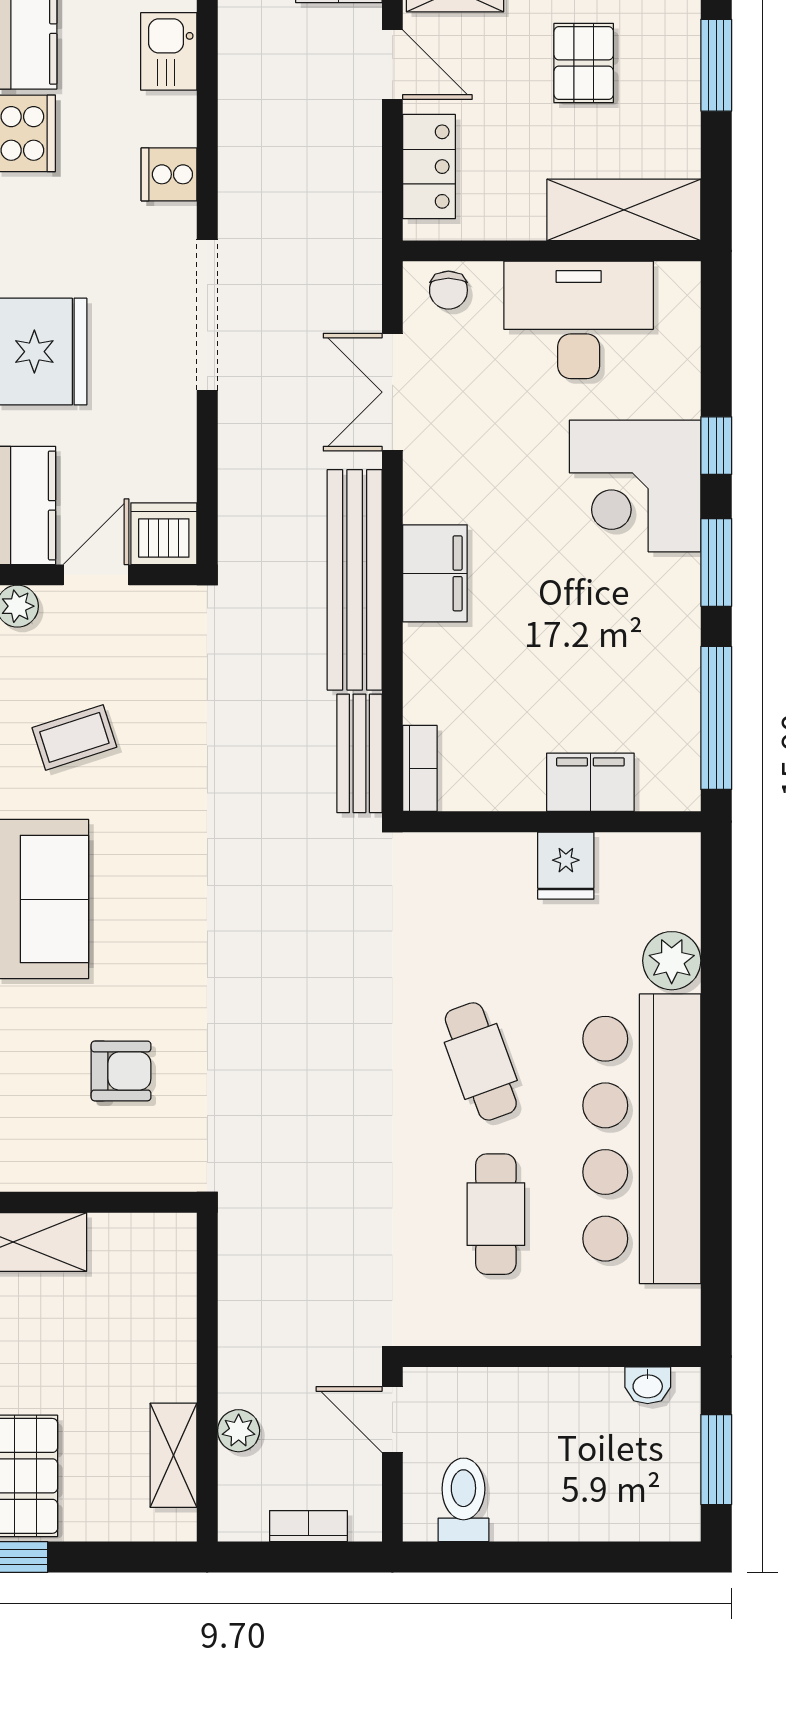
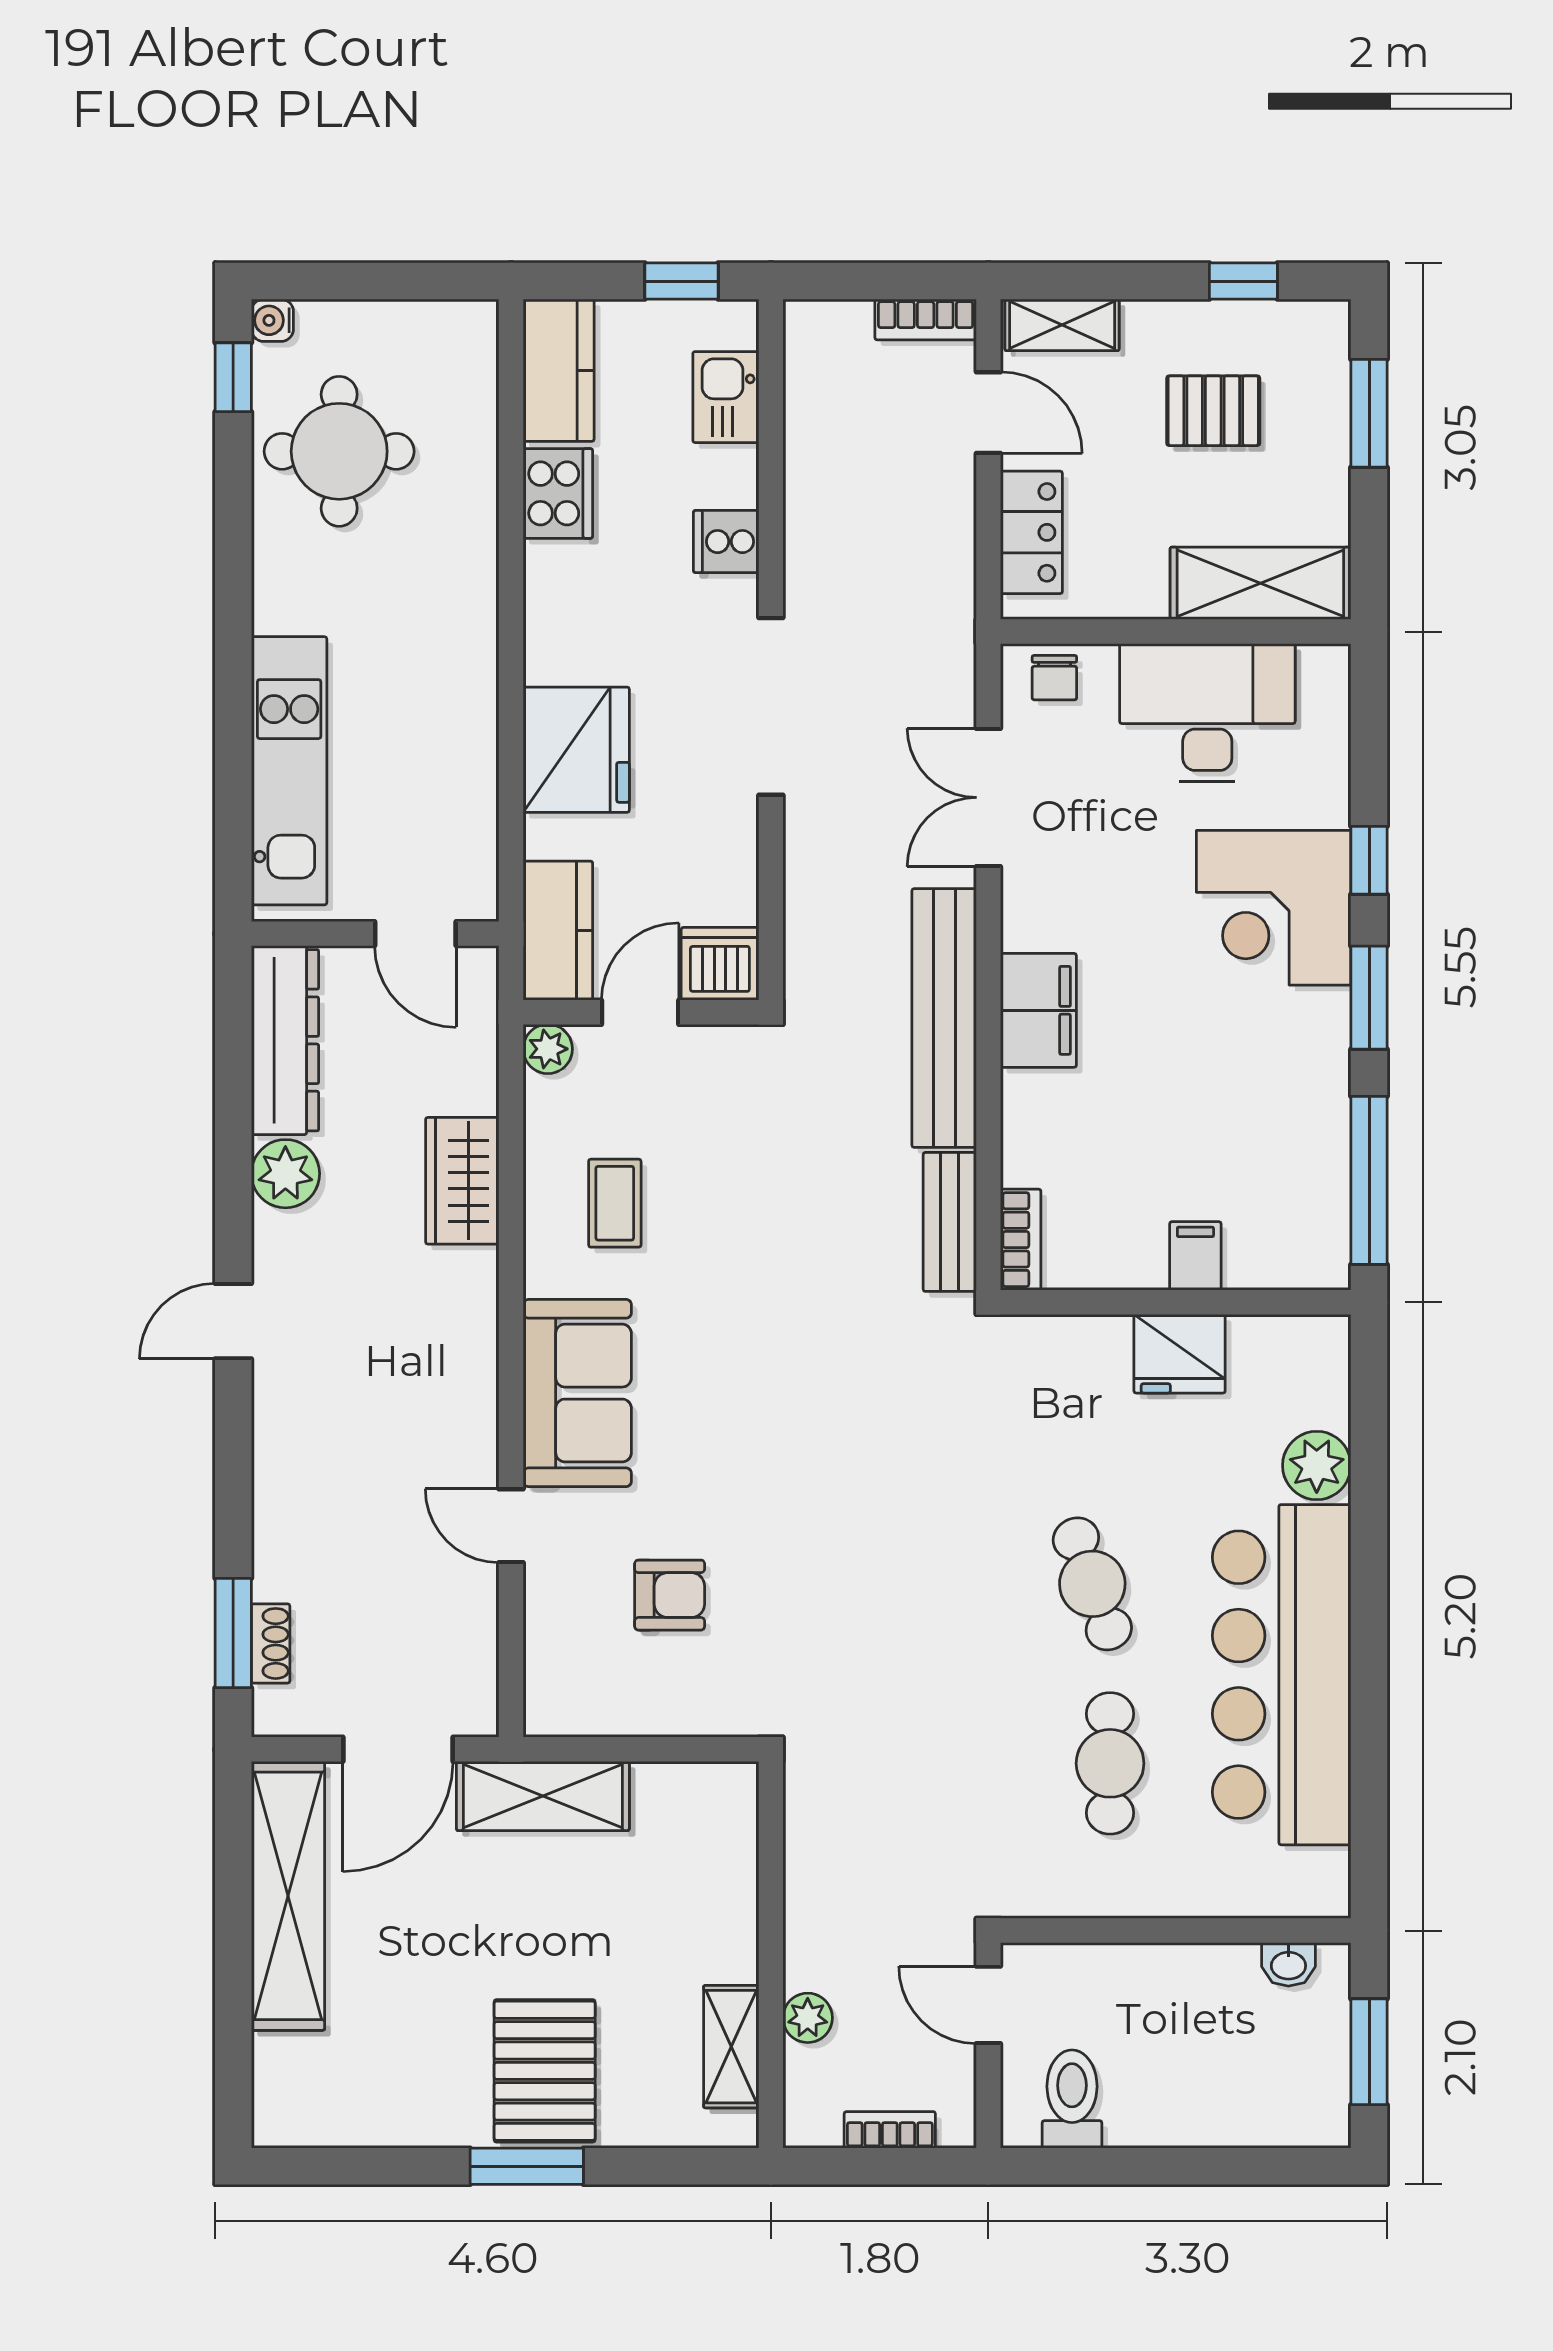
pallet: (584, 63) -> (1213, 411), turned 90
coffee table: (74, 737) -> (615, 1203), turned -72
filing cabinet: (590, 782) -> (1195, 1256), width x0.50
fridge: (566, 866) -> (1180, 1354), width x1.38

